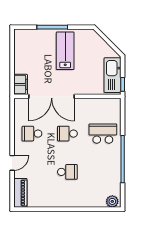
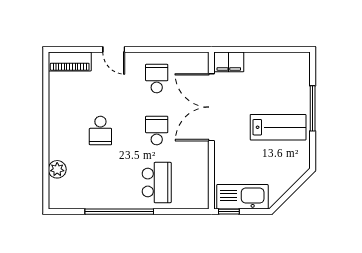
plant: (112, 201) -> (57, 169), moved

